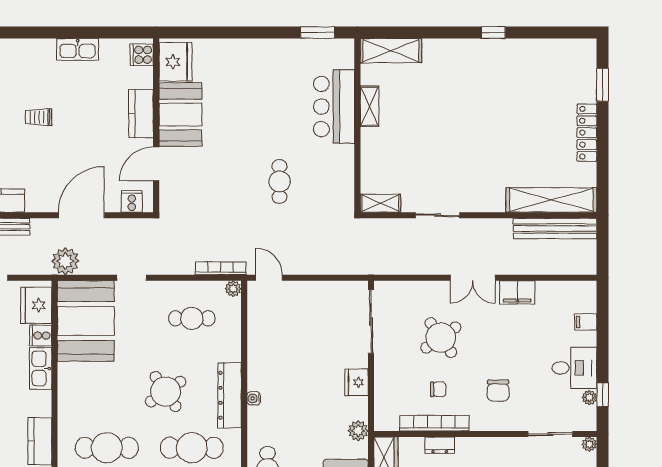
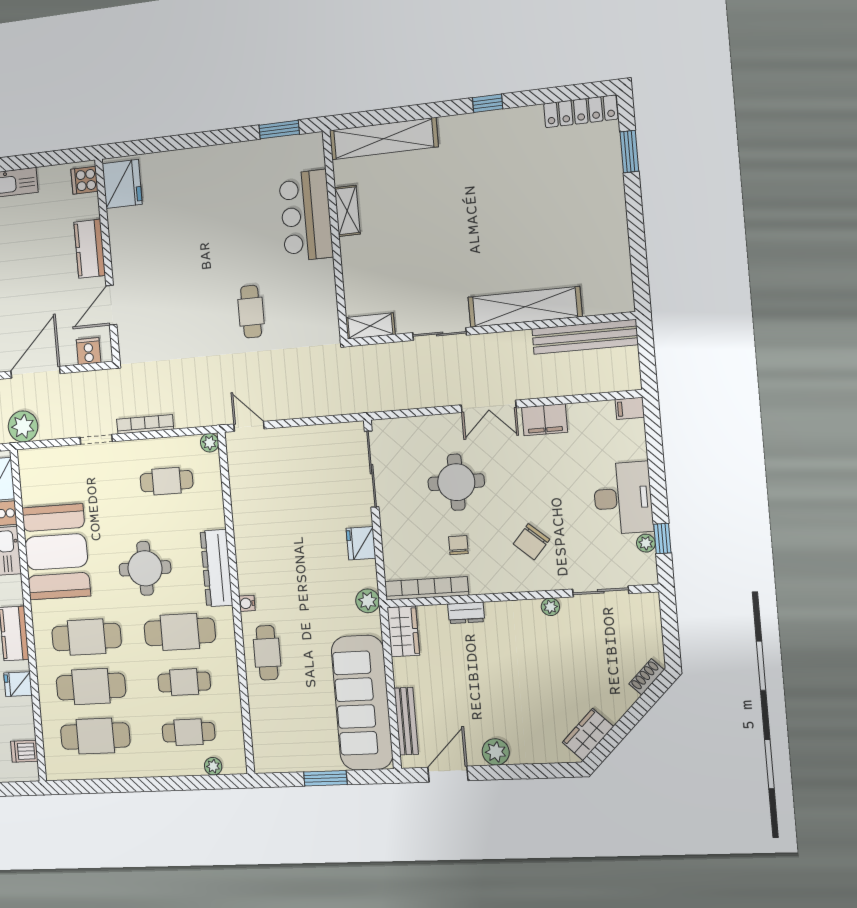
shelving: (391, 51) -> (384, 139), width x1.47
booth: (180, 115) -> (133, 245), removed
locker: (587, 133) -> (581, 111), moved, turned -90
shelving: (551, 200) -> (525, 307), moved
bookcase: (221, 268) -> (145, 424), moved
booth: (86, 321) -> (56, 552), moved
filing cabinet: (586, 322) -> (630, 408), moved
round table: (441, 338) -> (456, 482), turned 35
desk: (574, 368) -> (623, 498), width x1.37
chair: (438, 389) -> (458, 545), turned -90
chair: (498, 390) -> (531, 542), turned 41
round table: (166, 392) -> (145, 568), turned 34
water cooler: (254, 398) -> (247, 603), moved
bookcase: (435, 423) -> (427, 588), moved
plant: (589, 444) -> (550, 607), moved

